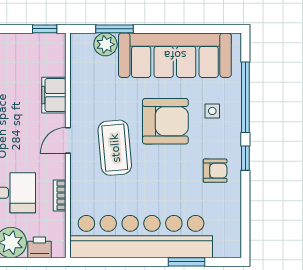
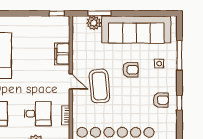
window: (245, 97) -> (179, 55), width x0.68
armchair: (165, 121) -> (130, 70), width x0.53, depth x0.53
door: (68, 140) -> (71, 81), swing flipped
window: (245, 158) -> (179, 103), moved

